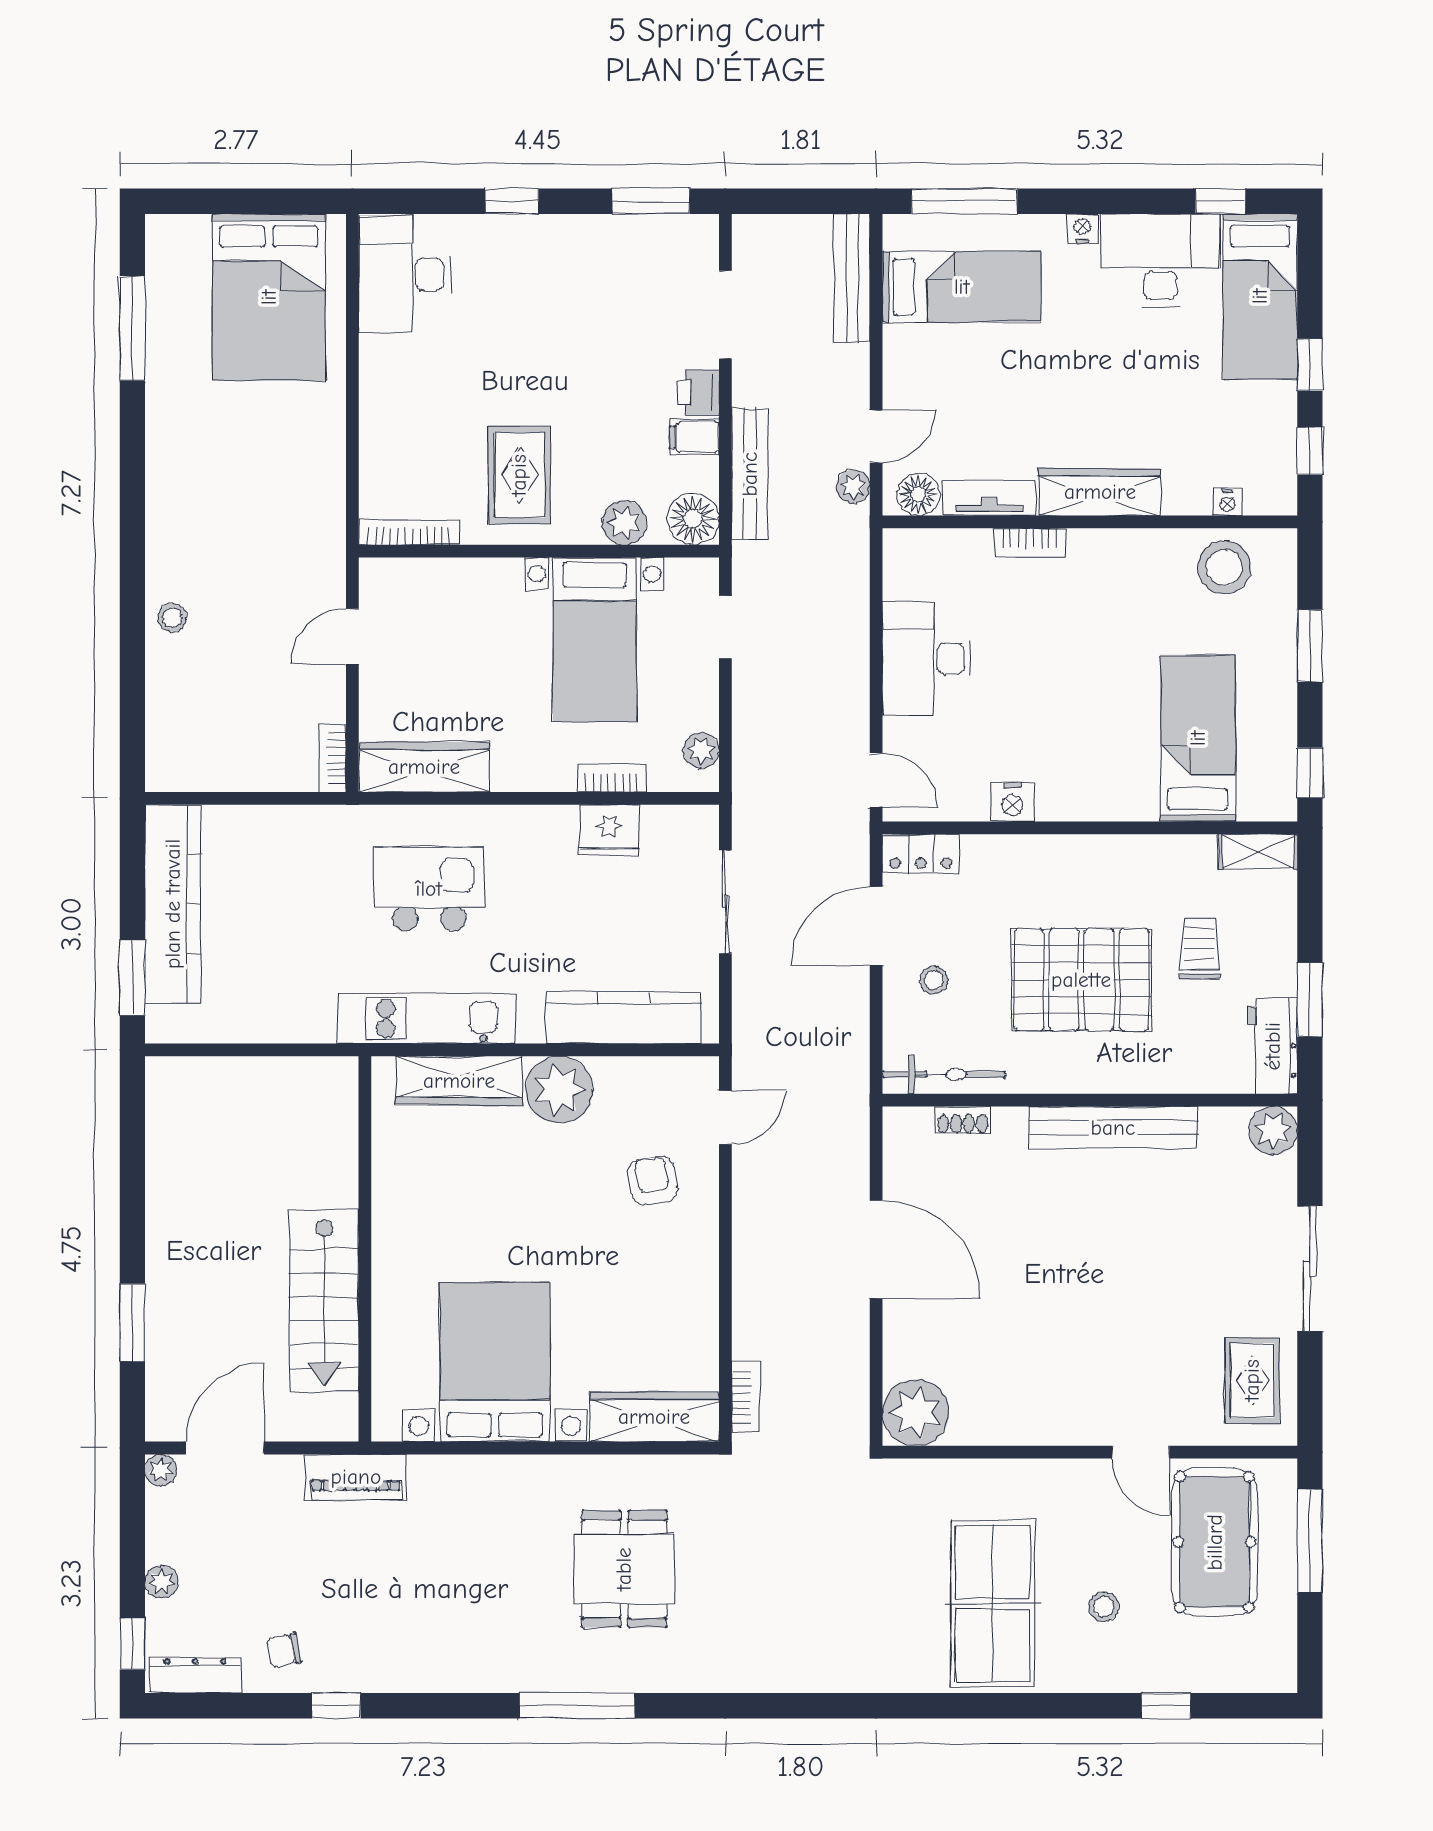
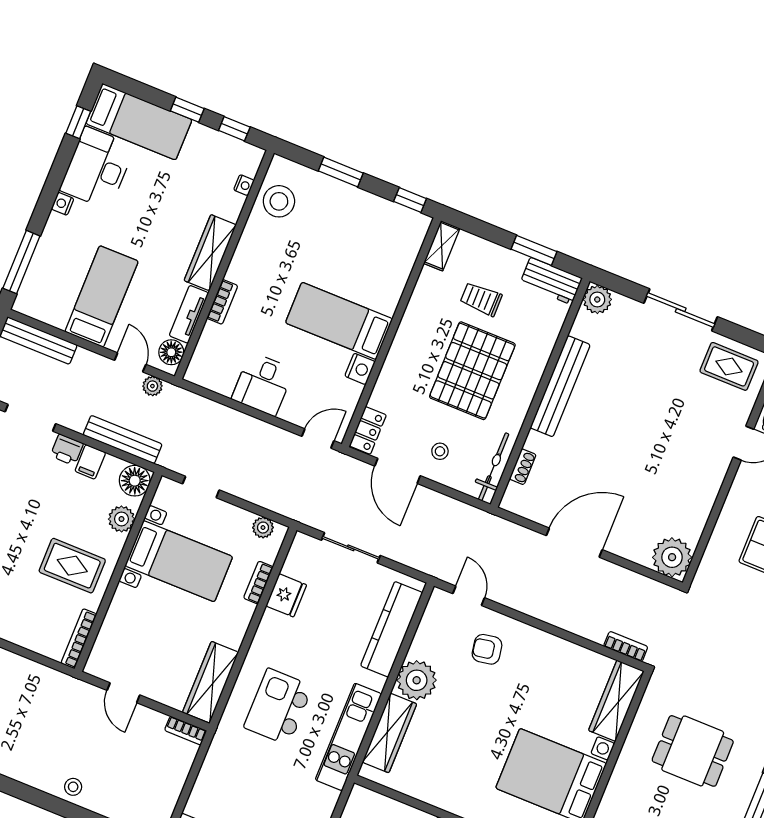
bed: (962, 287) -> (102, 296), moved
desk: (927, 659) -> (263, 384), width x0.73
bed: (1198, 738) -> (339, 321), moved

